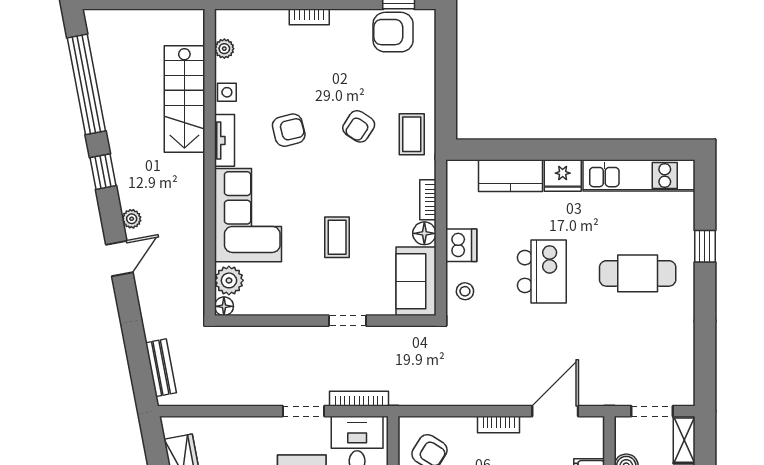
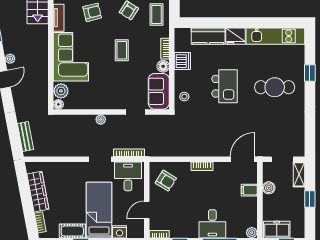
coffee table: (337, 237) -> (122, 50), moved
dishwasher: (461, 245) -> (182, 61), moved
doorway: (347, 321) -> (136, 112), moved
plant: (305, 335) -> (101, 120), added
door: (555, 411) -> (242, 159), moved

